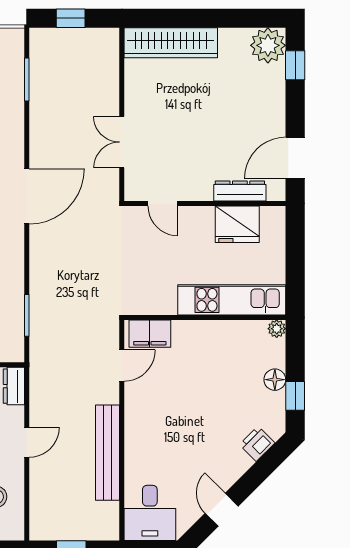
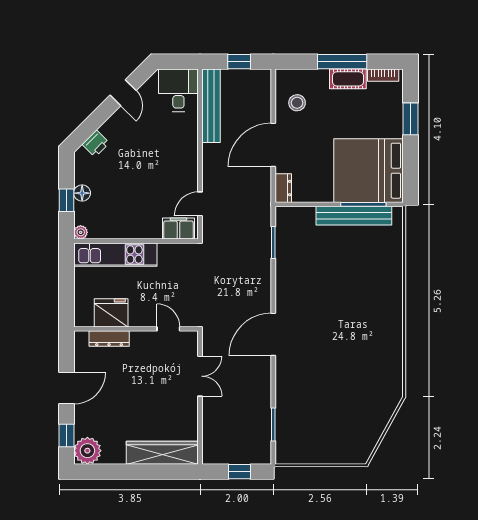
door: (295, 158) -> (66, 388), moved
window: (295, 396) -> (66, 200), moved
door: (27, 442) -> (273, 145), width x1.88
bench: (108, 453) -> (211, 106), moved

